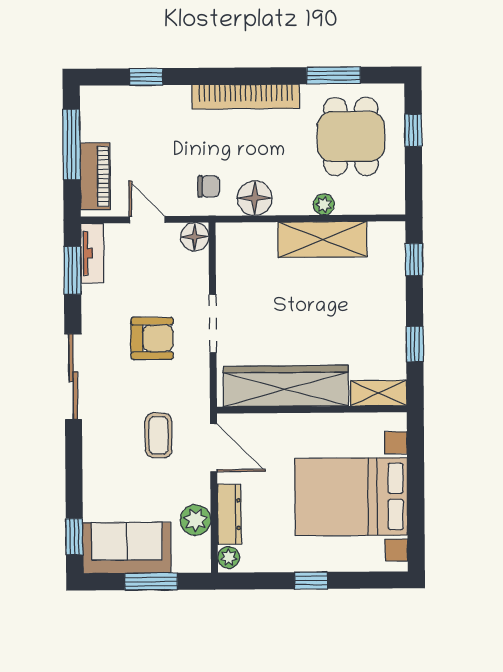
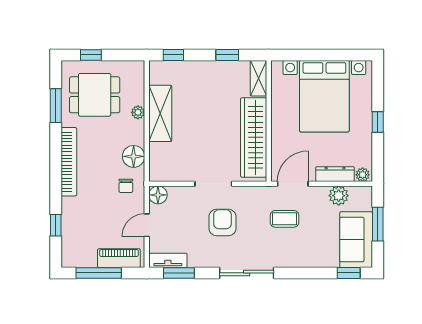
chair: (209, 186) -> (126, 186), turned 180

